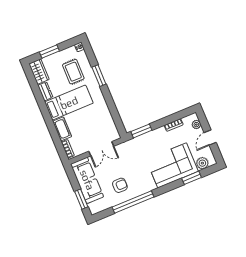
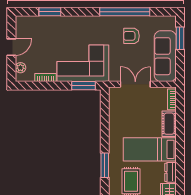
plant: (202, 163) -> (31, 23), removed
corner sofa: (172, 165) -> (83, 63), moved, turned 180

